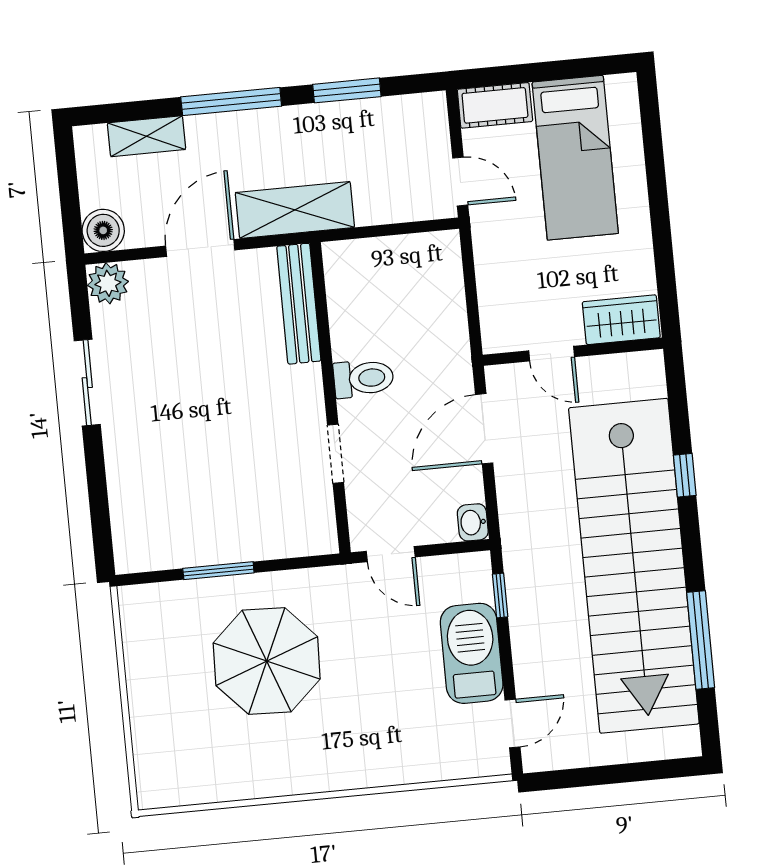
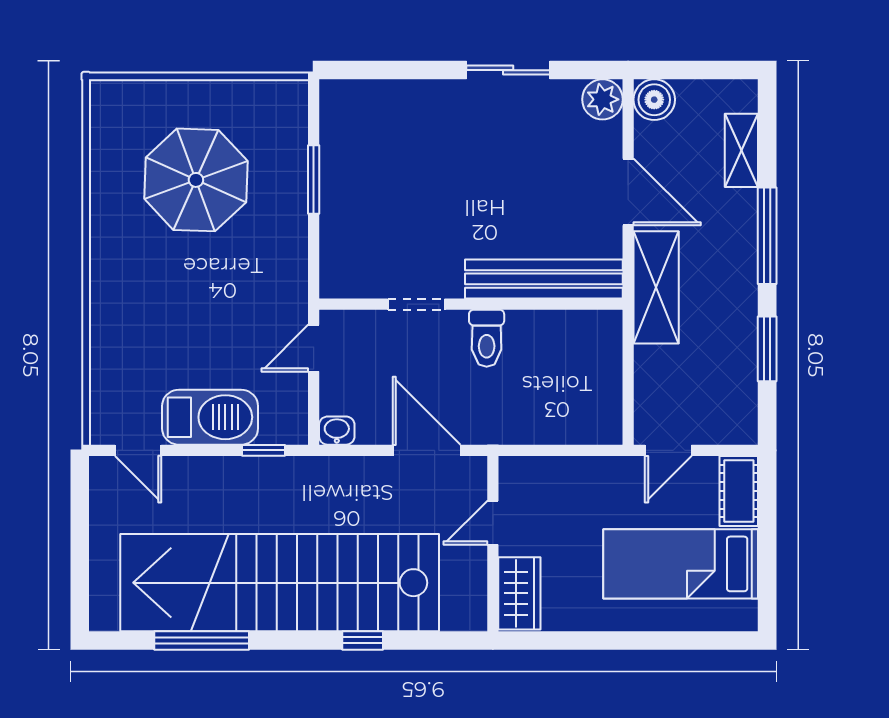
bench: (299, 304) -> (544, 279), width x1.37, depth x1.21
parasol: (267, 661) -> (196, 180), moved

